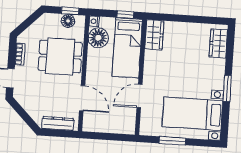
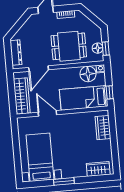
wardrobe: (154, 35) -> (103, 128), moved, turned 90
dining table: (60, 56) -> (69, 46), turned 90
wardrobe: (113, 125) -> (22, 96), added
window: (172, 141) -> (16, 145), removed

